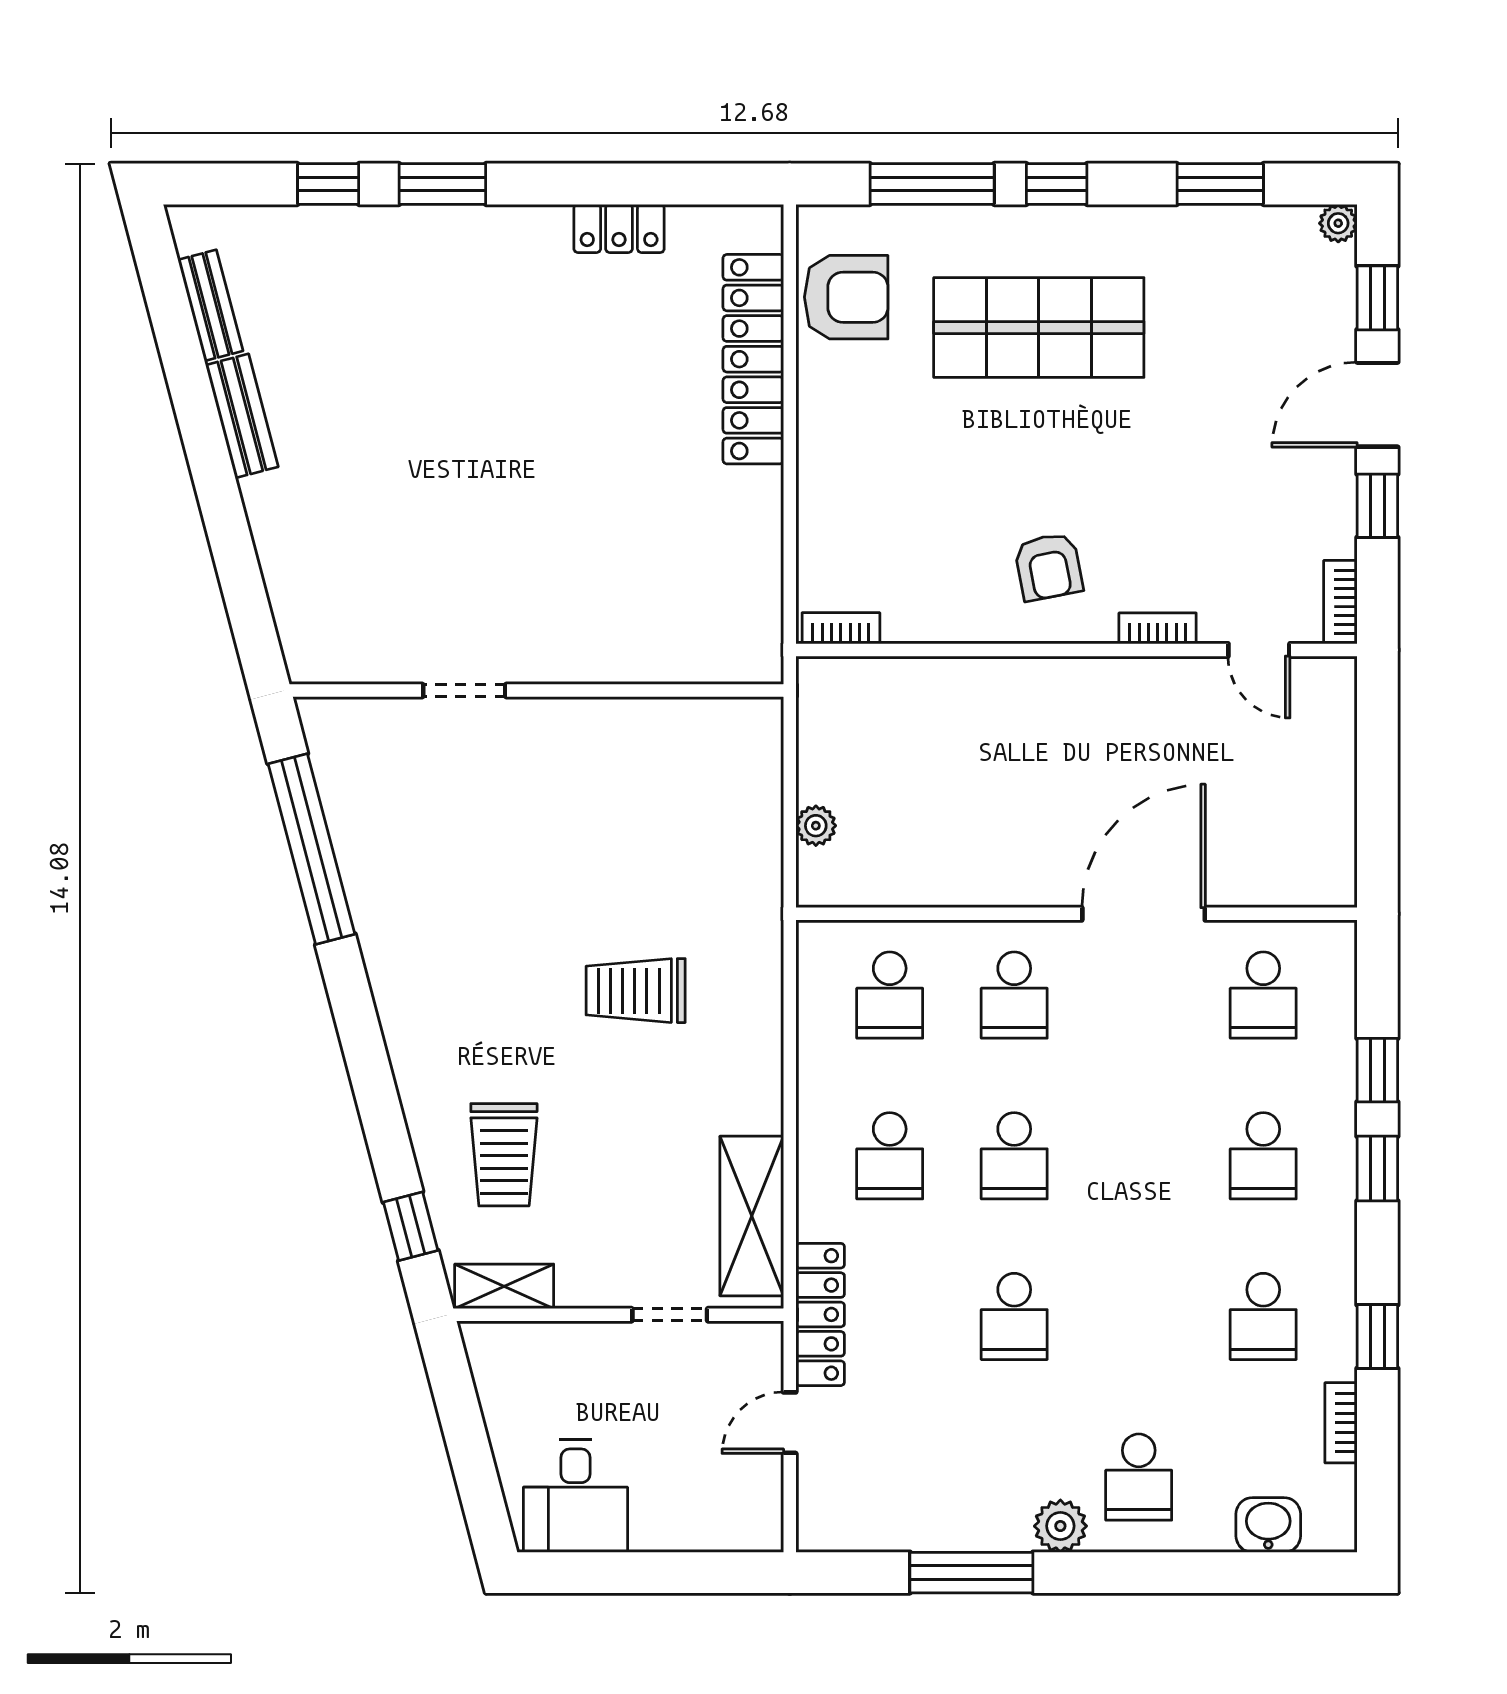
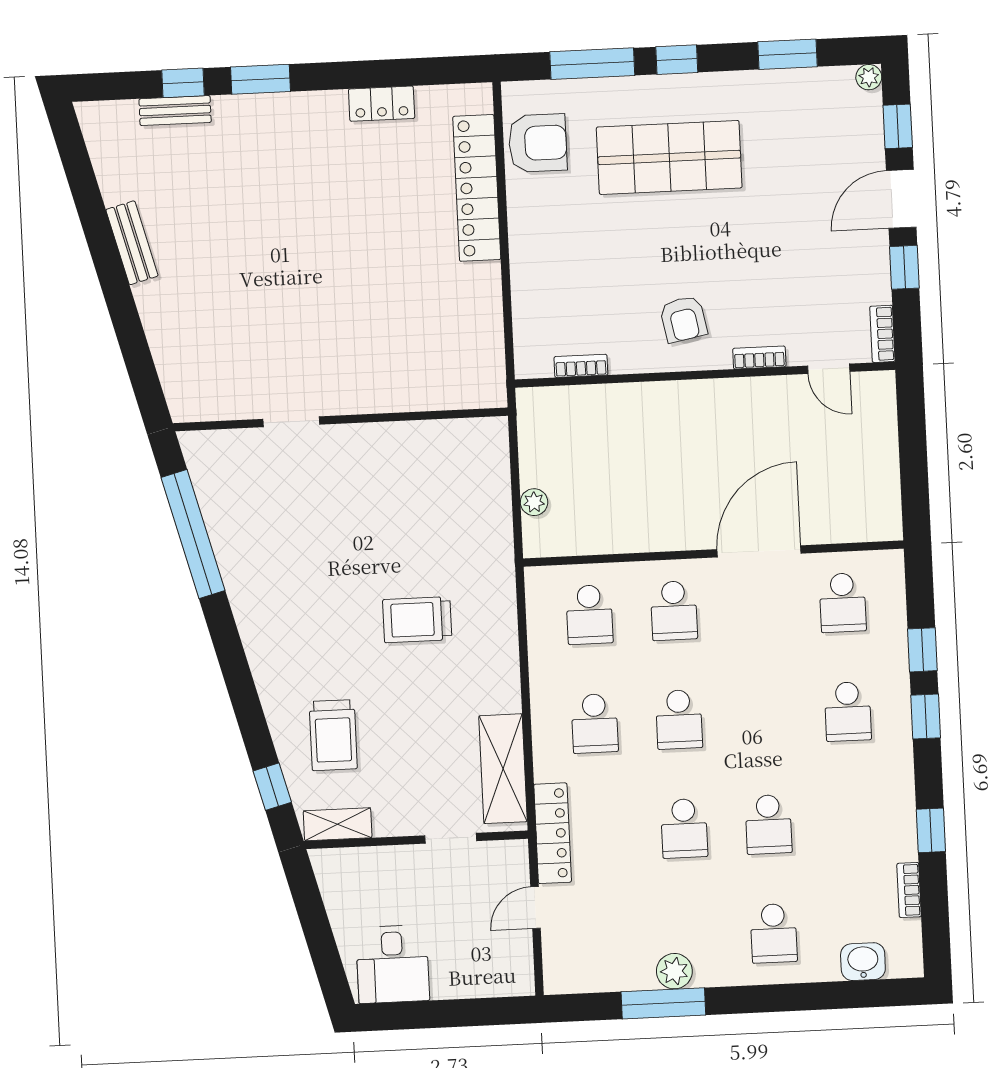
bench: (210, 305) -> (175, 111), moved, turned -75
bookcase: (841, 628) -> (581, 366), moved
school desk: (1263, 1316) -> (769, 824), moved
plant: (1060, 1526) -> (674, 971), moved

